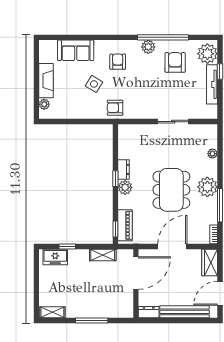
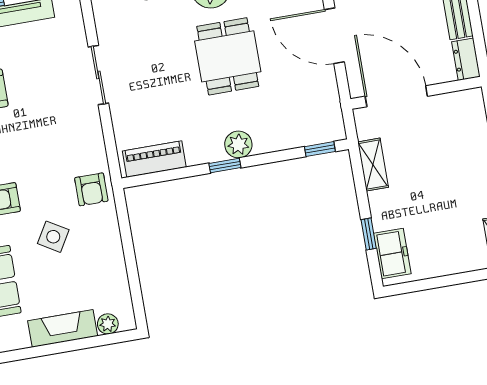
dresser: (124, 169) -> (205, 153), removed
dining table: (171, 190) -> (228, 56), width x0.73
piano: (125, 225) -> (154, 159), moved

